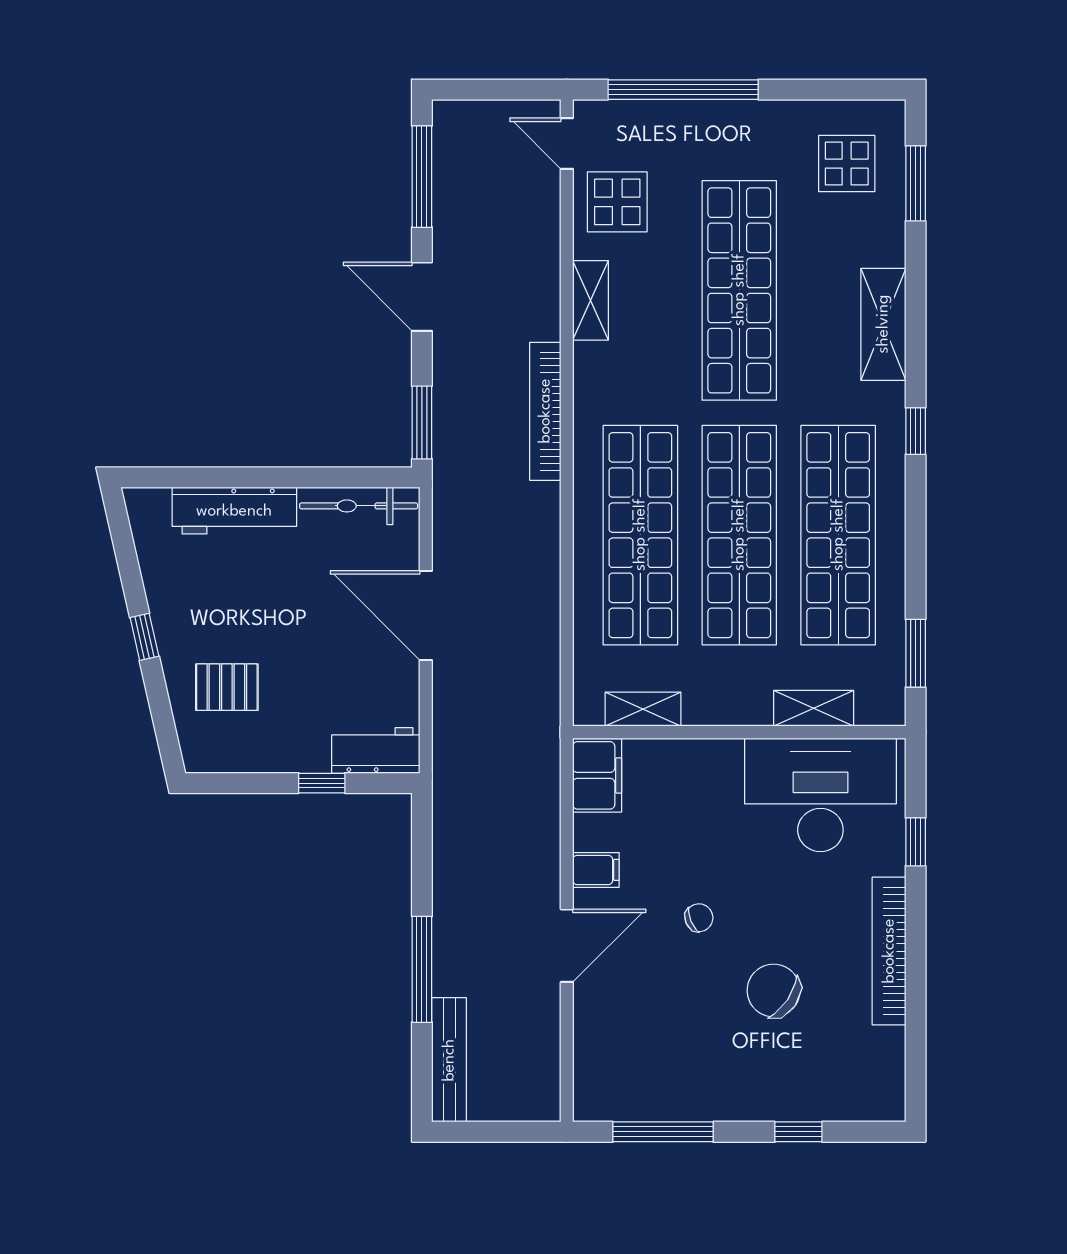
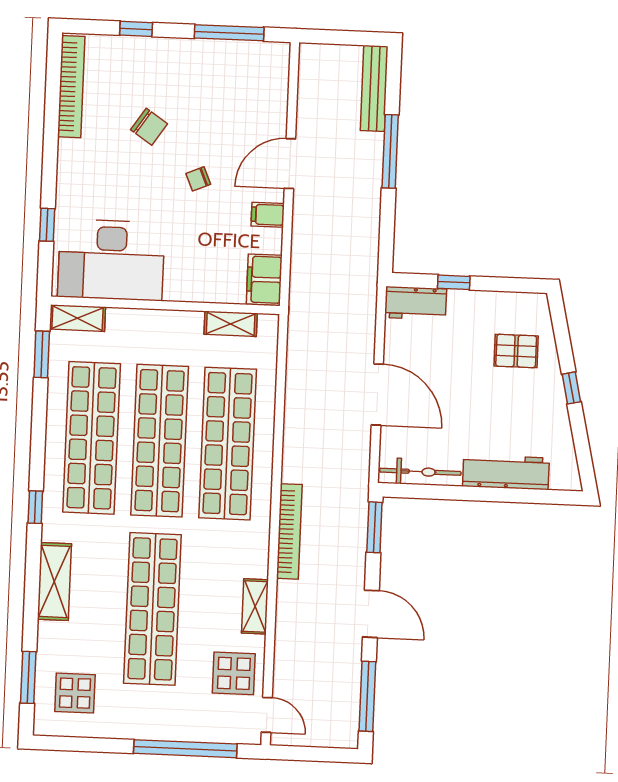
shelving: (814, 708) -> (77, 318), moved
bookcase: (889, 951) -> (71, 87), moved
chair: (774, 991) -> (149, 127), width x0.73, depth x0.73

